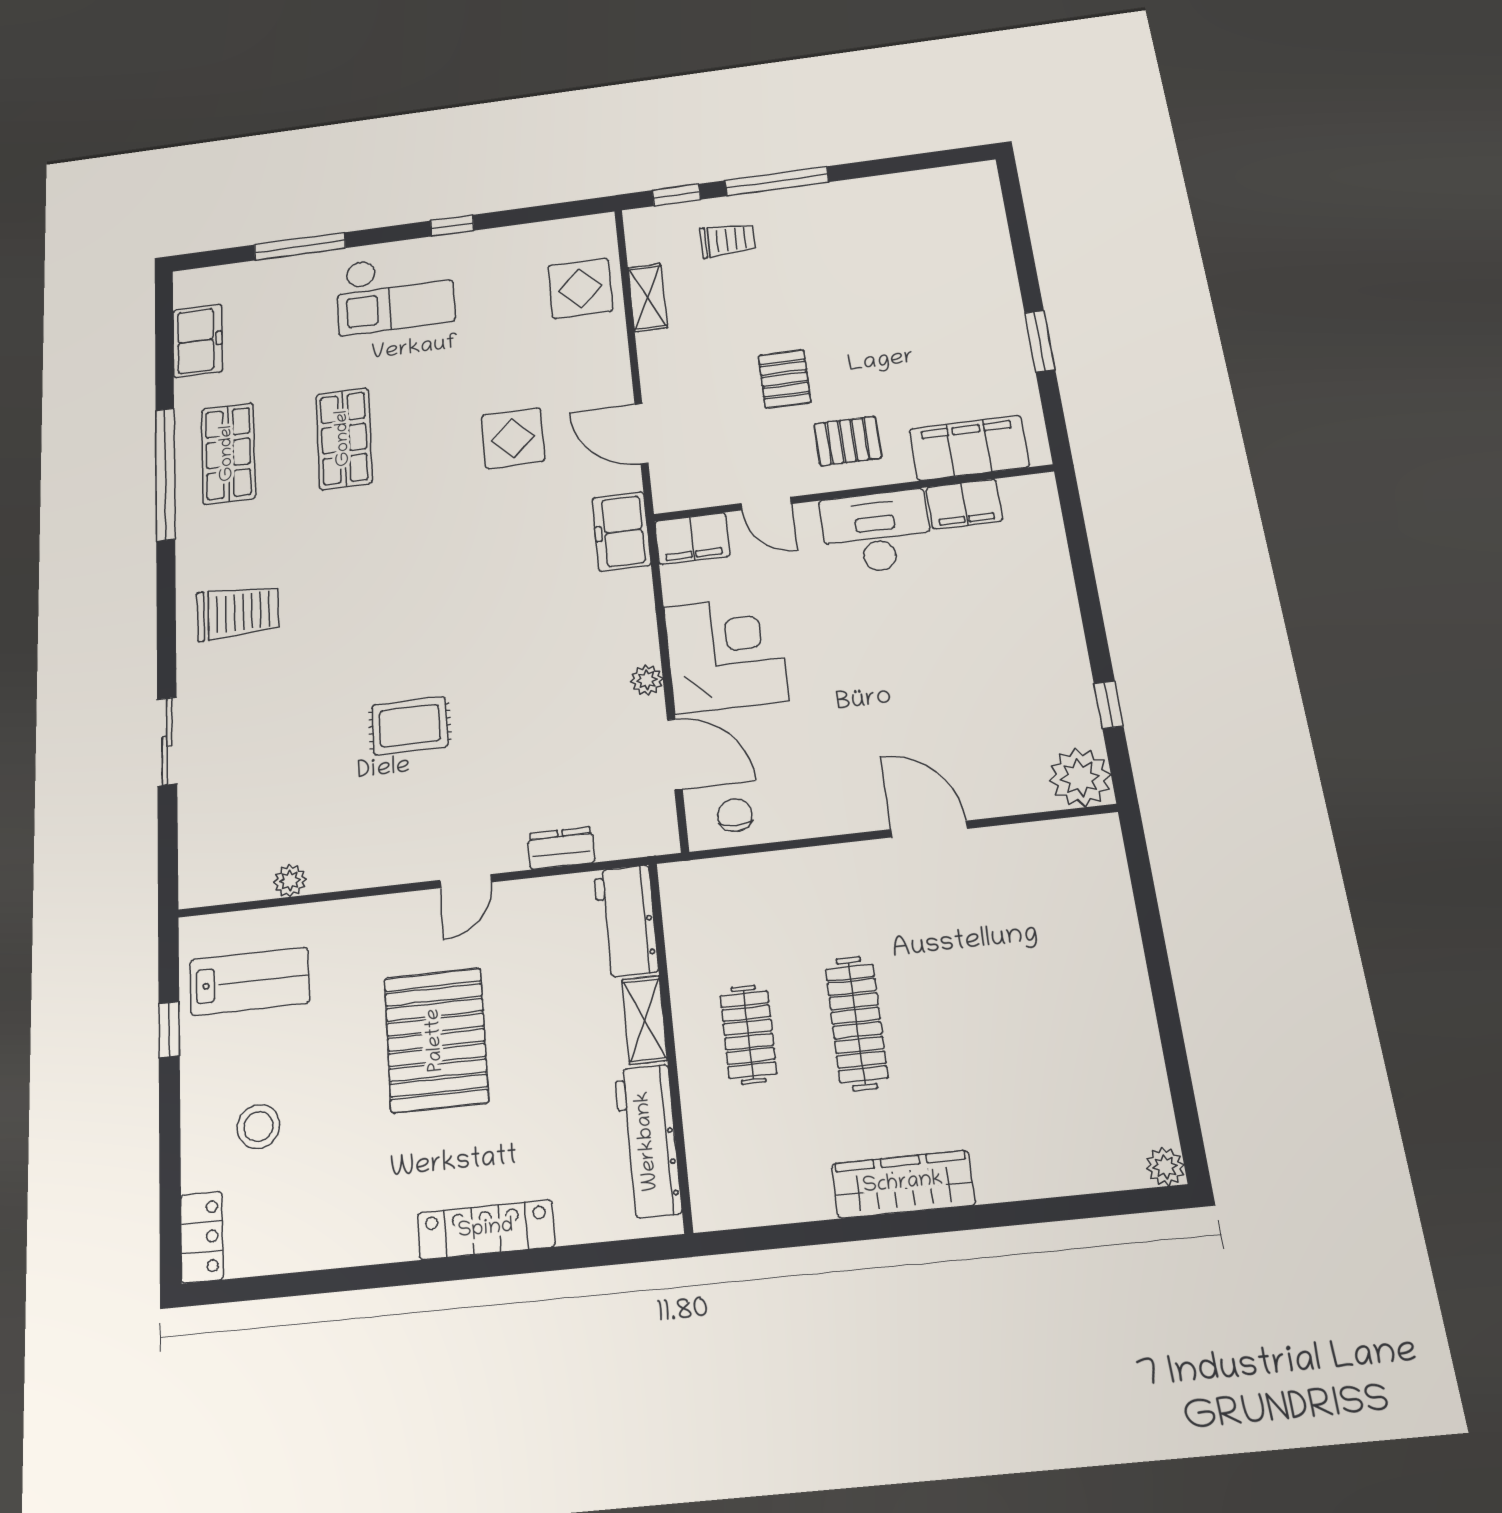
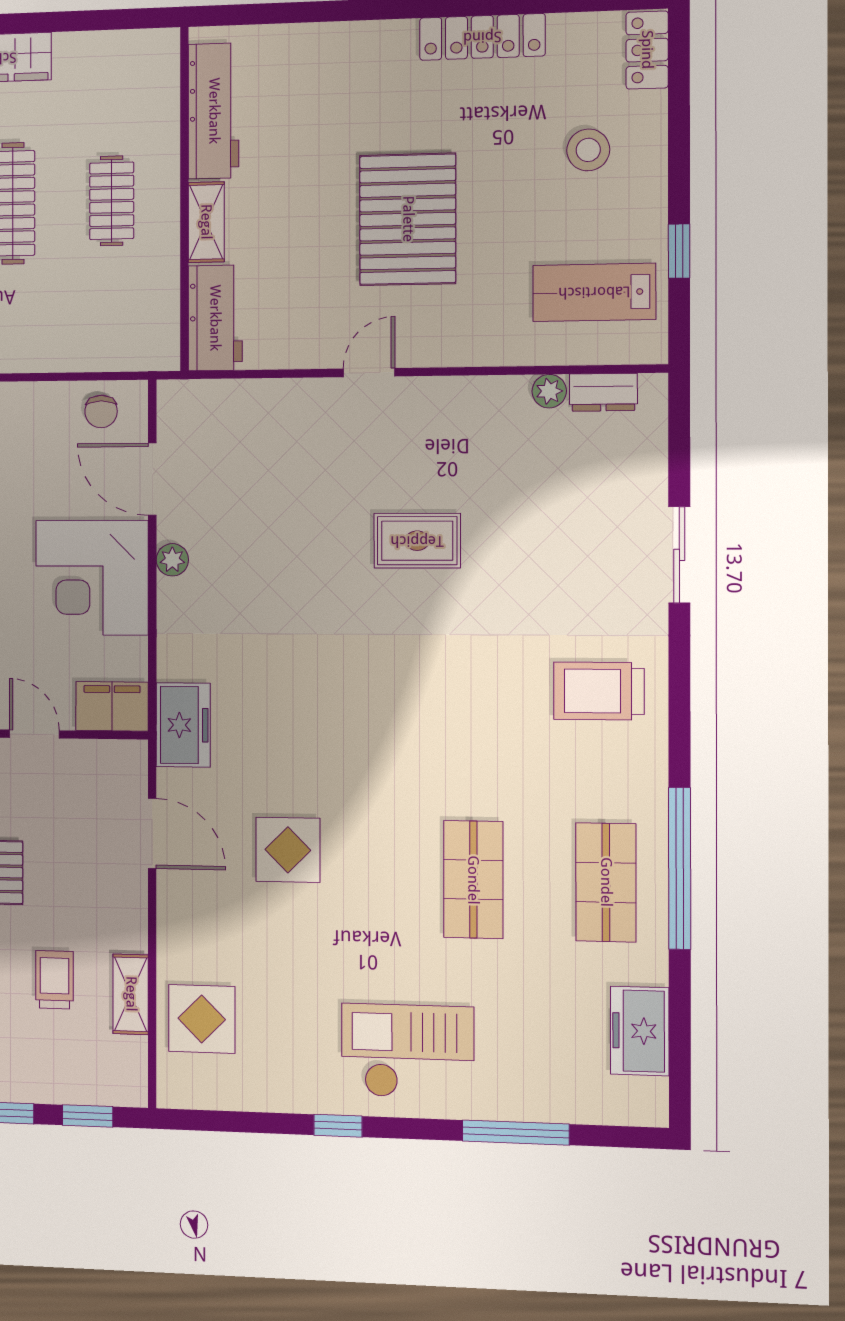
trolley: (728, 240) -> (54, 980), moved, turned 90
dresser: (561, 848) -> (603, 392), moved
locker: (486, 1230) -> (482, 37), moved

